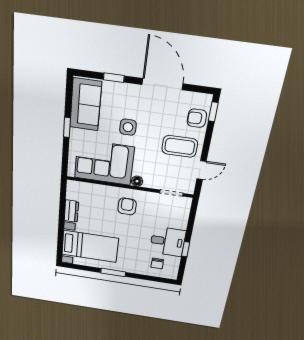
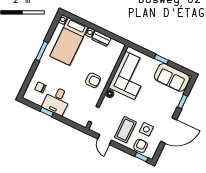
side table: (128, 127) -> (146, 129), moved

